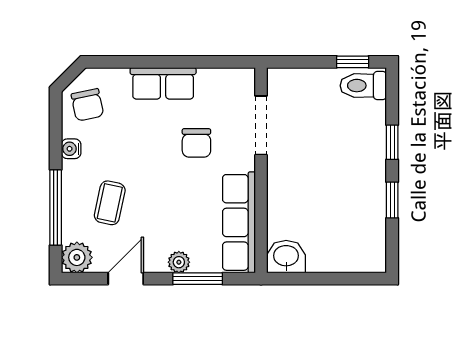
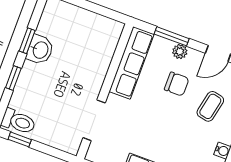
chair: (196, 143) -> (177, 84), moved, turned 90
washbasin: (286, 257) -> (40, 50), moved, turned -90

